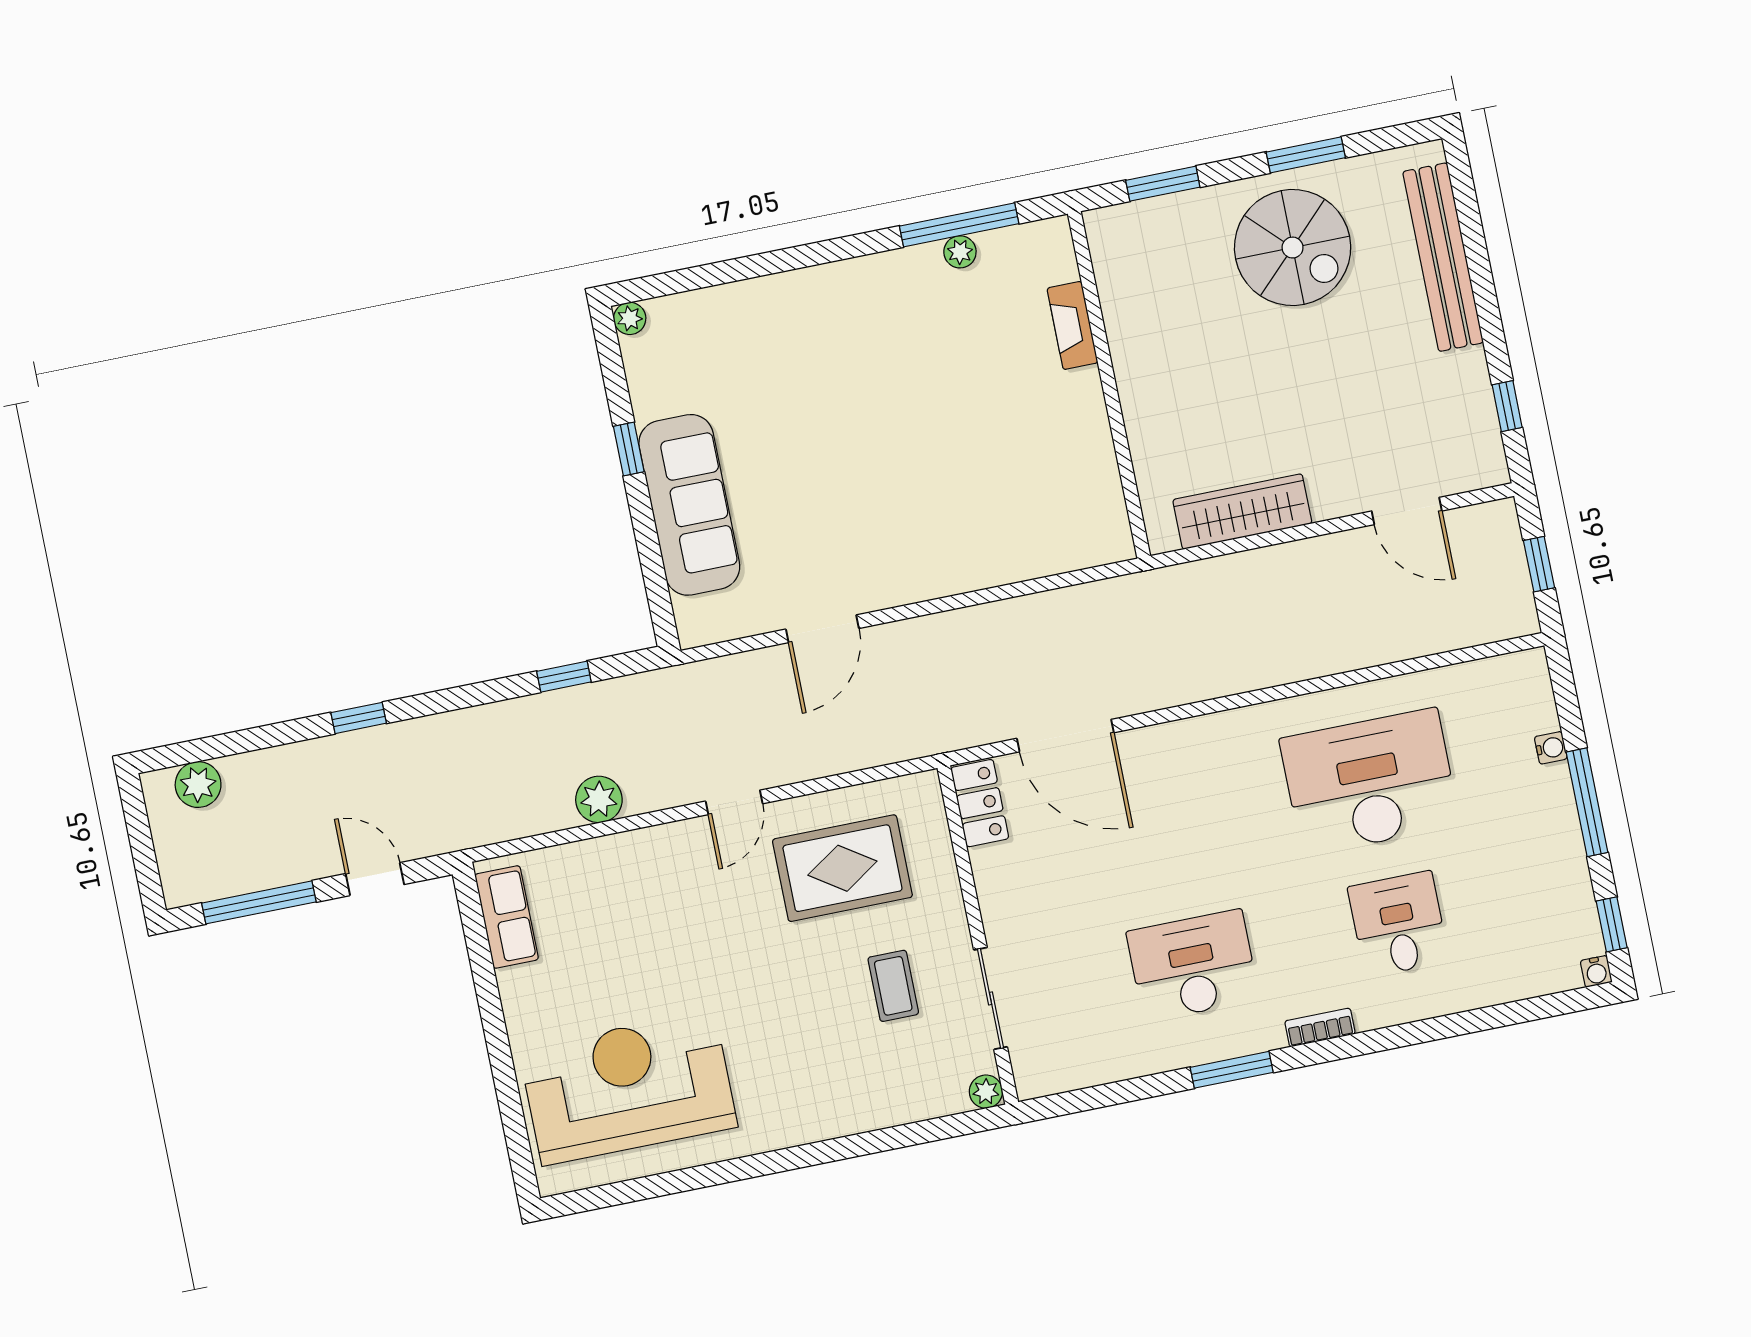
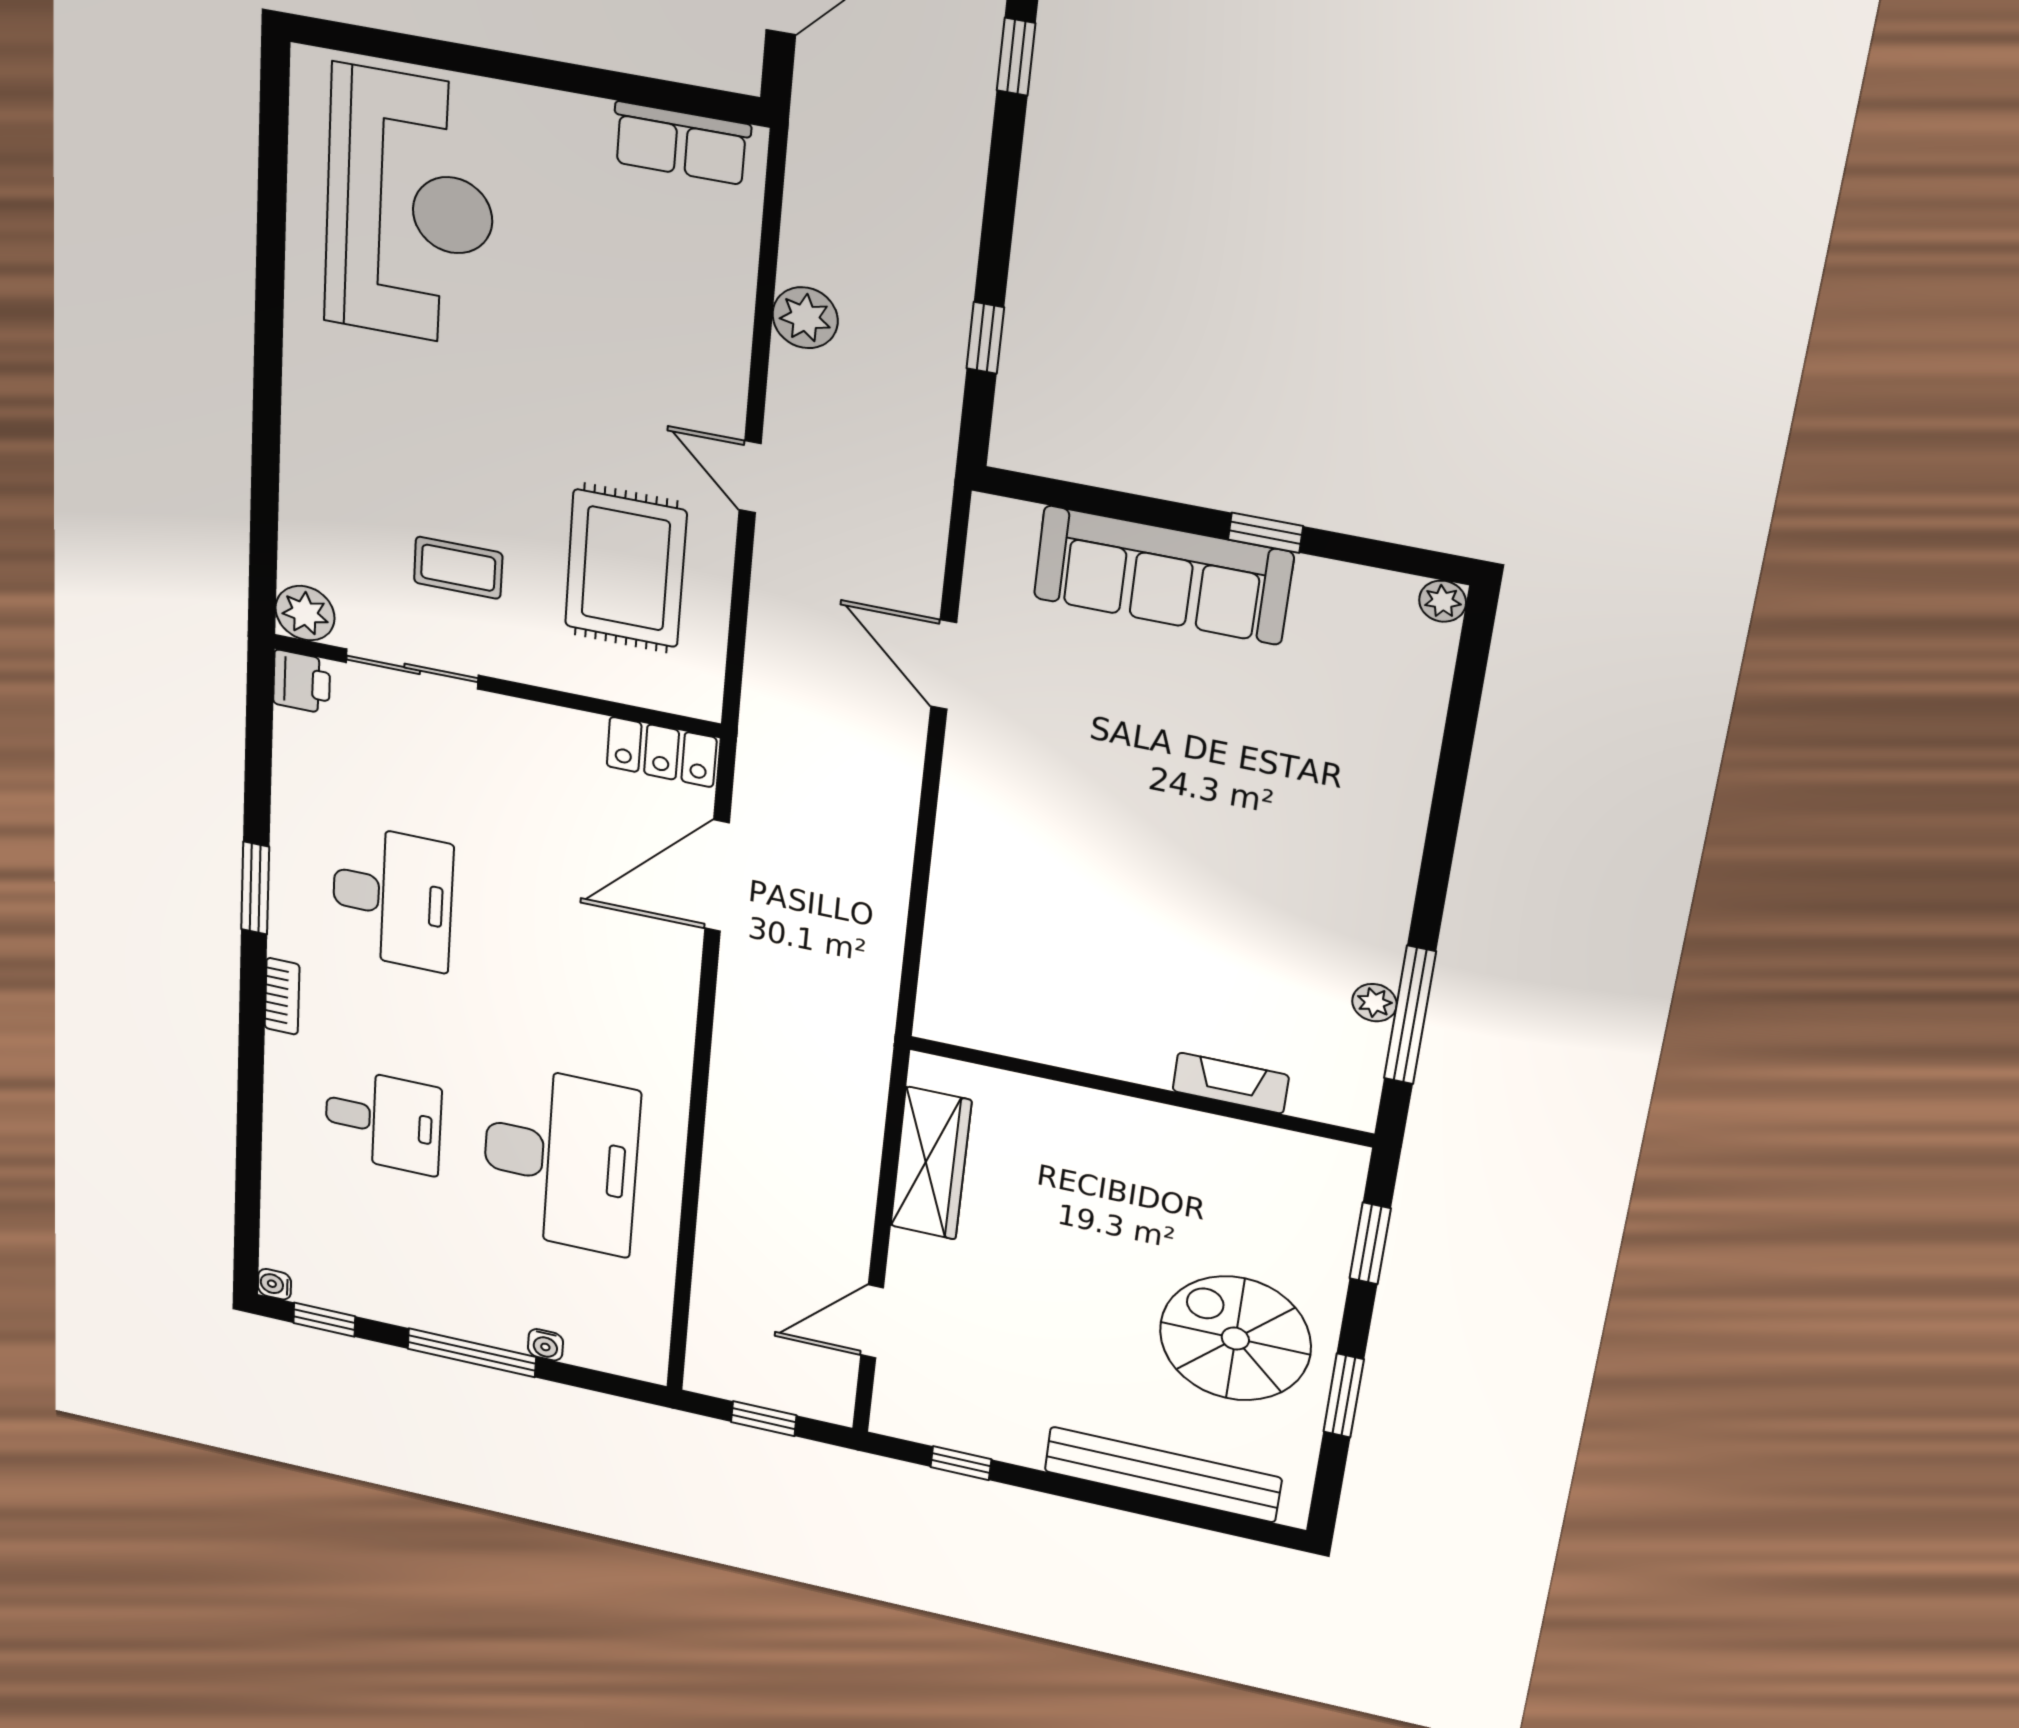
spiral stairs: (1293, 248) -> (1235, 1339), turned 90
printer: (1037, 1076) -> (302, 682), added
plant: (986, 1092) -> (305, 613), width x1.38, depth x1.38

